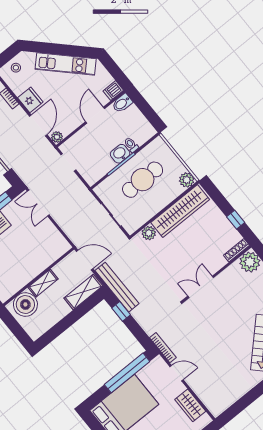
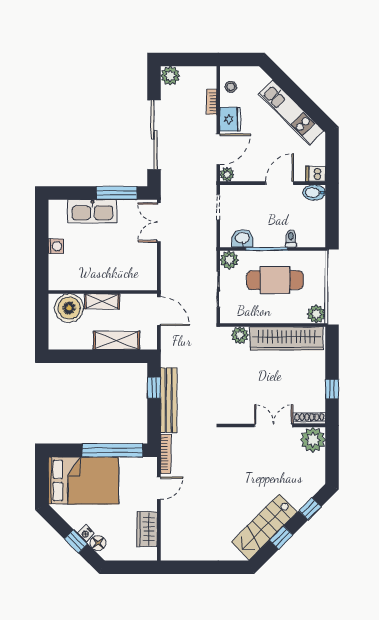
stool: (16, 68) -> (231, 87), moved
washbasin: (120, 154) -> (242, 238), moved
plant: (103, 191) -> (229, 260), added
bench: (117, 287) -> (169, 400), moved
double door: (201, 287) -> (274, 426), moved
shelving: (83, 292) -> (116, 340), moved
door: (177, 373) -> (159, 488), hinge flipped

